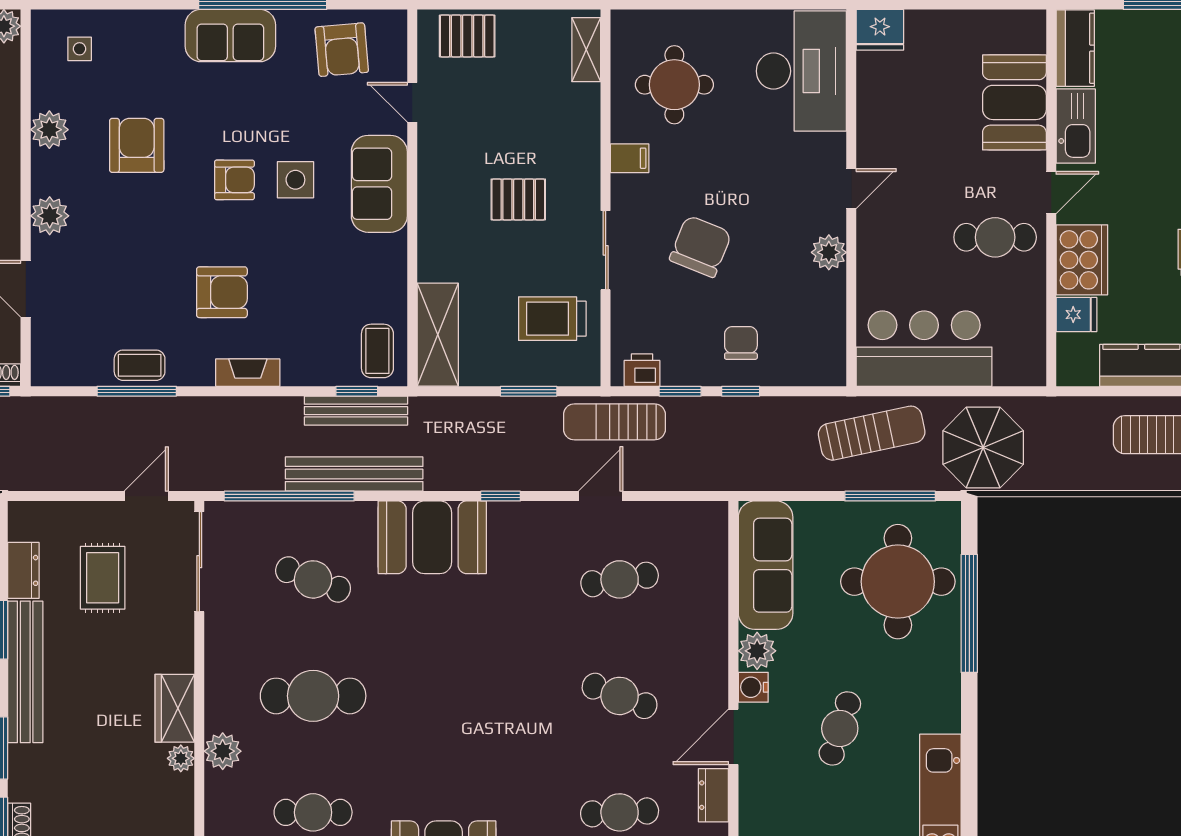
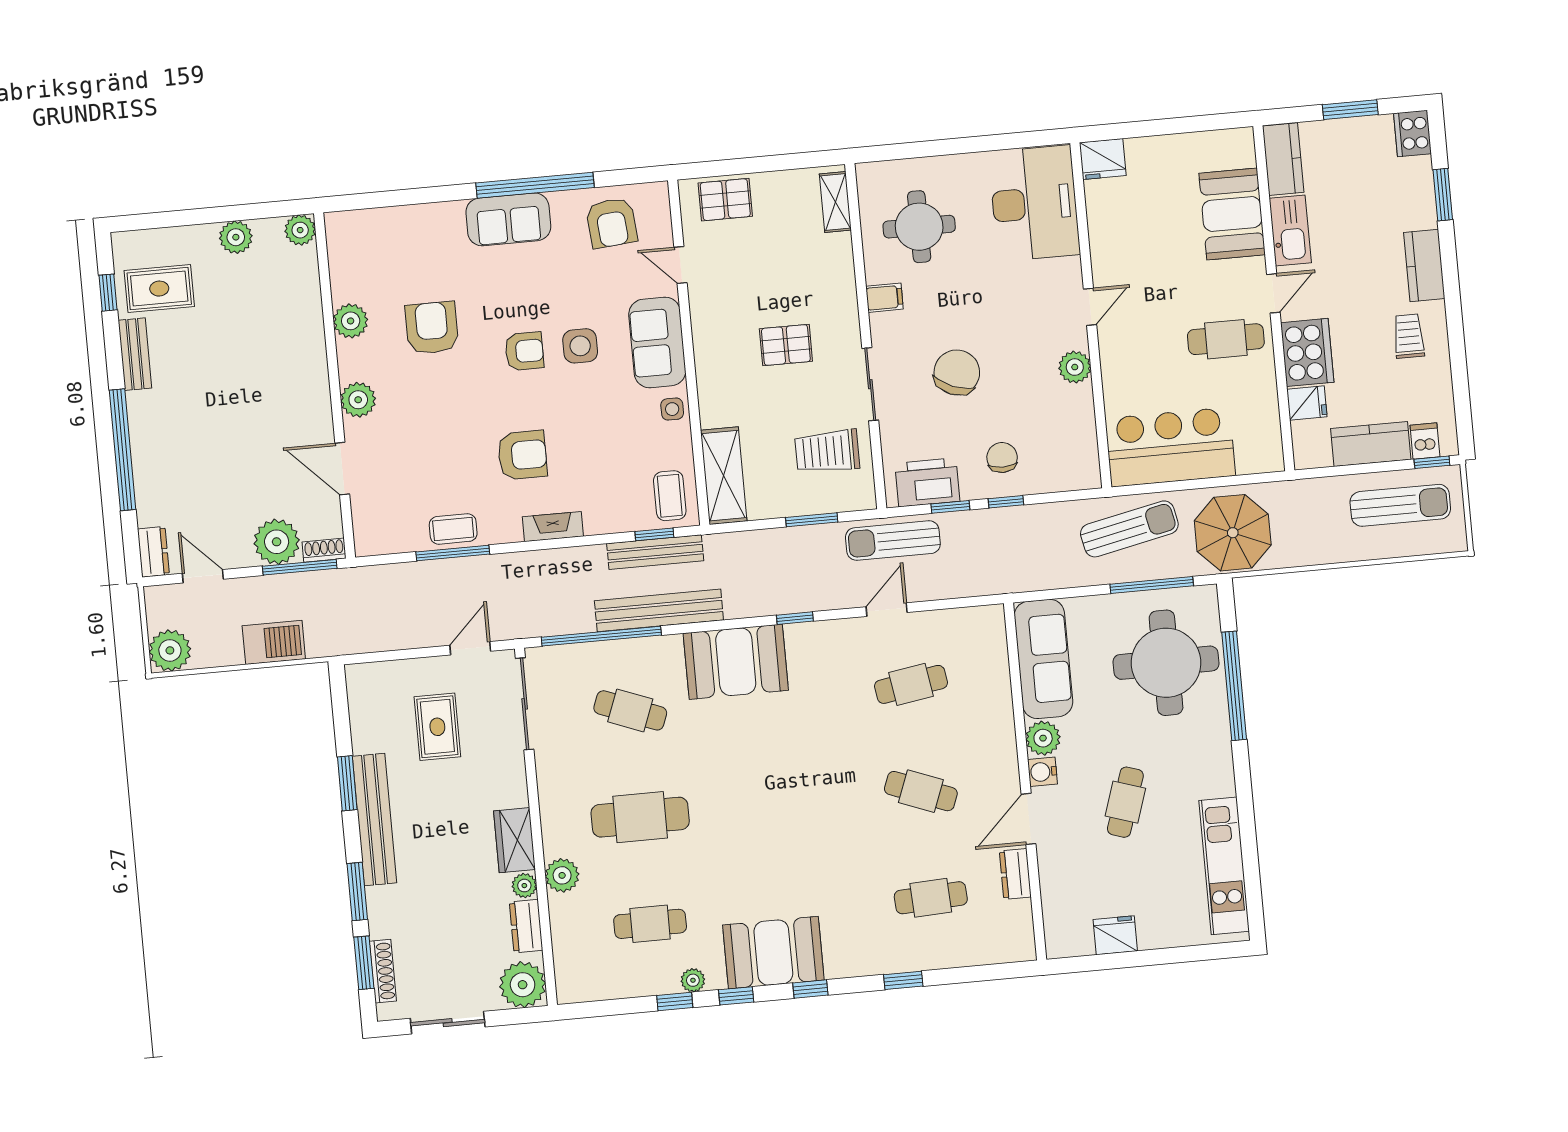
side table: (80, 49) -> (672, 409), moved
printer: (642, 370) -> (927, 482), width x1.87, depth x1.48
dresser: (23, 570) -> (526, 926), moved, turned 180

